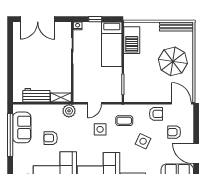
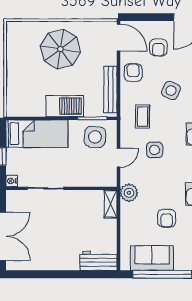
bench: (177, 27) -> (110, 90), moved
barbecue: (132, 40) -> (65, 106), moved
side table: (109, 86) -> (95, 137), added
workbench: (36, 95) -> (98, 261), moved, turned 90
door: (94, 103) -> (119, 158), hinge flipped
door: (181, 103) -> (119, 37), swing flipped

